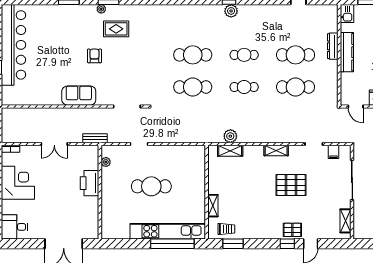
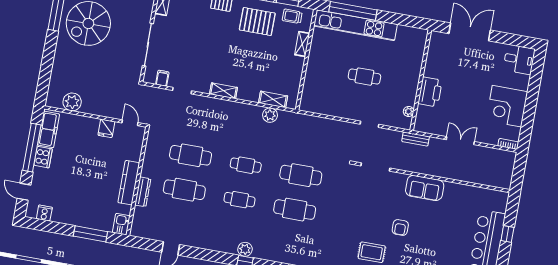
pallet: (291, 185) -> (257, 22), moved
cafe table: (151, 186) -> (364, 77), width x0.73, depth x0.74

